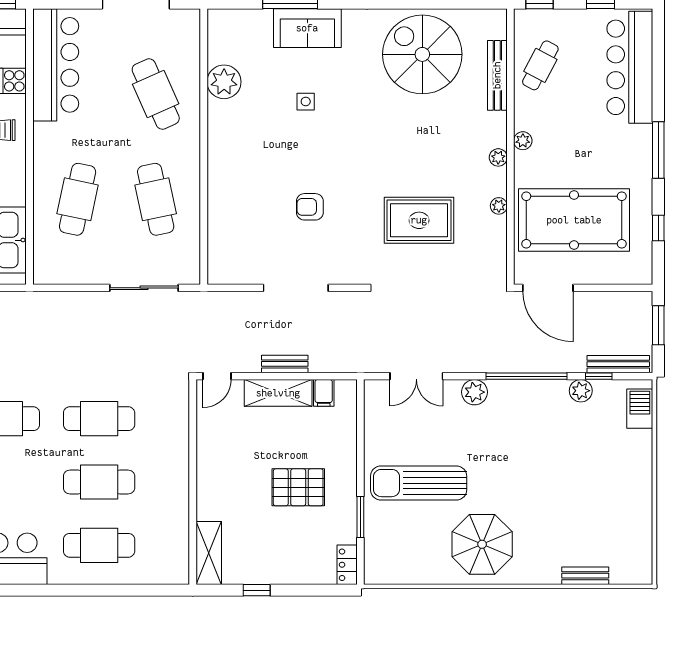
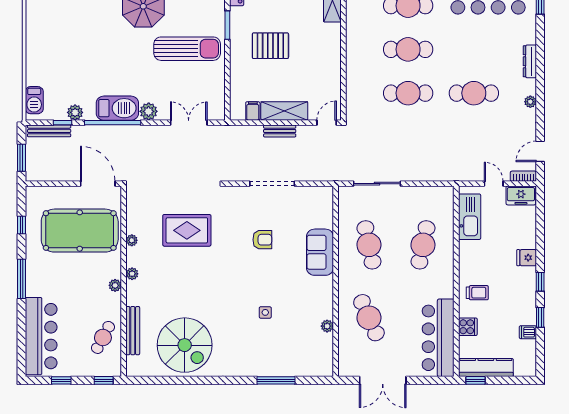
sofa: (307, 28) -> (320, 252), moved, turned -90
plant: (224, 82) -> (327, 326), width x0.53, depth x0.53
barbecue: (520, 397) -> (117, 108), added

